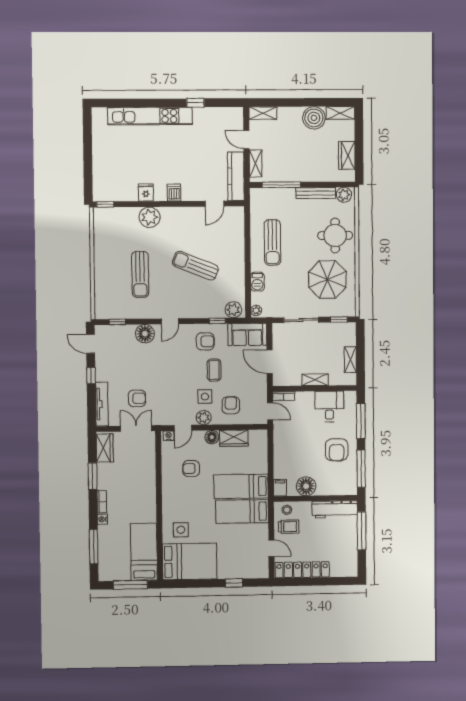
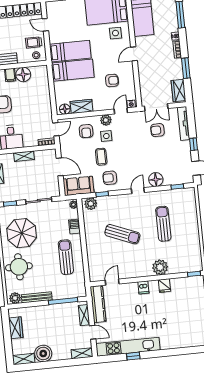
kitchen unit: (150, 116) -> (128, 347), moved
door: (270, 411) -> (56, 129), swing flipped
floor lamp: (212, 437) -> (65, 109), moved
filing cabinet: (280, 488) -> (10, 75), moved
door: (159, 501) -> (134, 54), added

